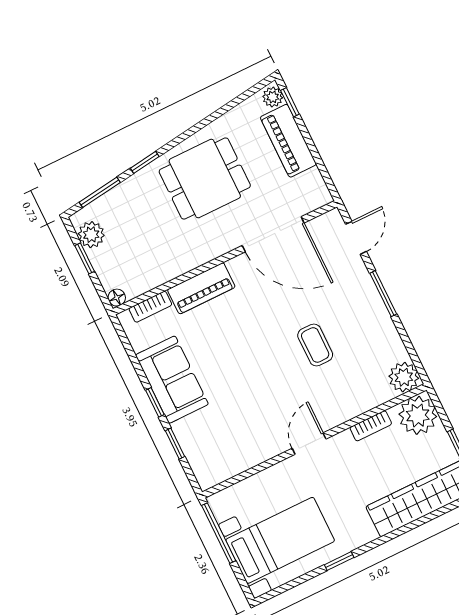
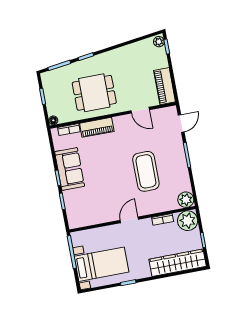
piano: (288, 141) -> (165, 86), moved
dining table: (205, 179) -> (94, 93), moved
door: (273, 234) -> (140, 110), width x0.53
plant: (91, 235) -> (49, 85), removed
coffee table: (315, 345) -> (146, 171), width x1.86, depth x1.72

